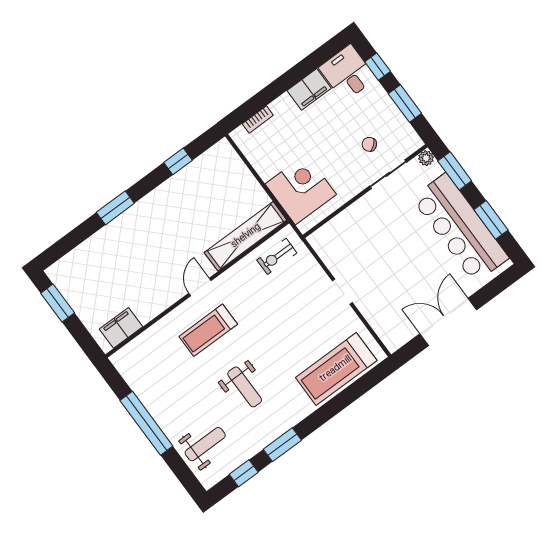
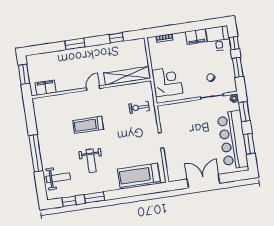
shelving: (246, 236) -> (127, 76), moved
door: (200, 287) -> (93, 88), moved
wall: (197, 289) -> (91, 88), moved
filing cabinet: (121, 328) -> (46, 88), moved

